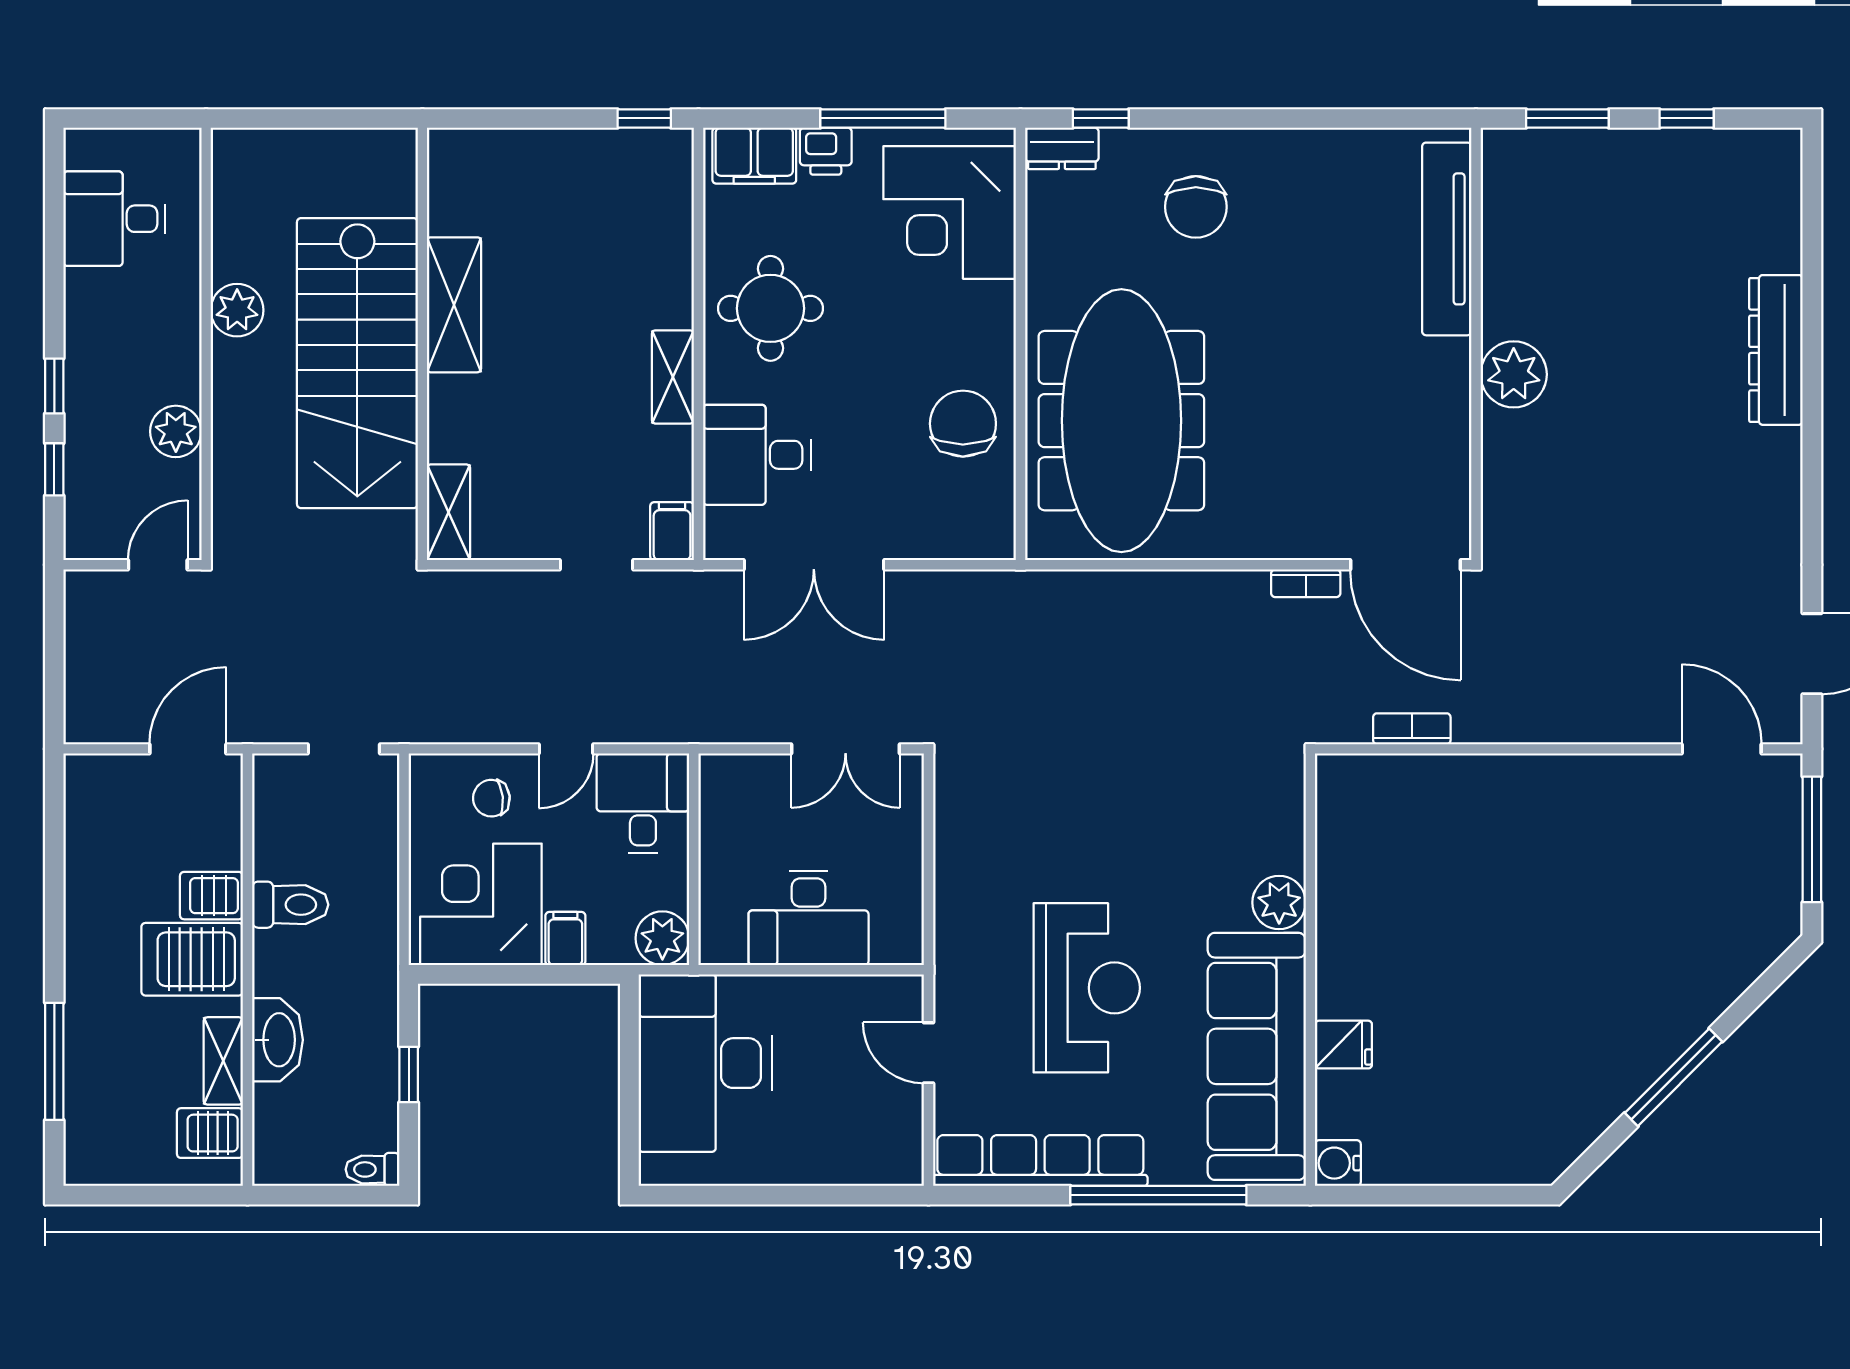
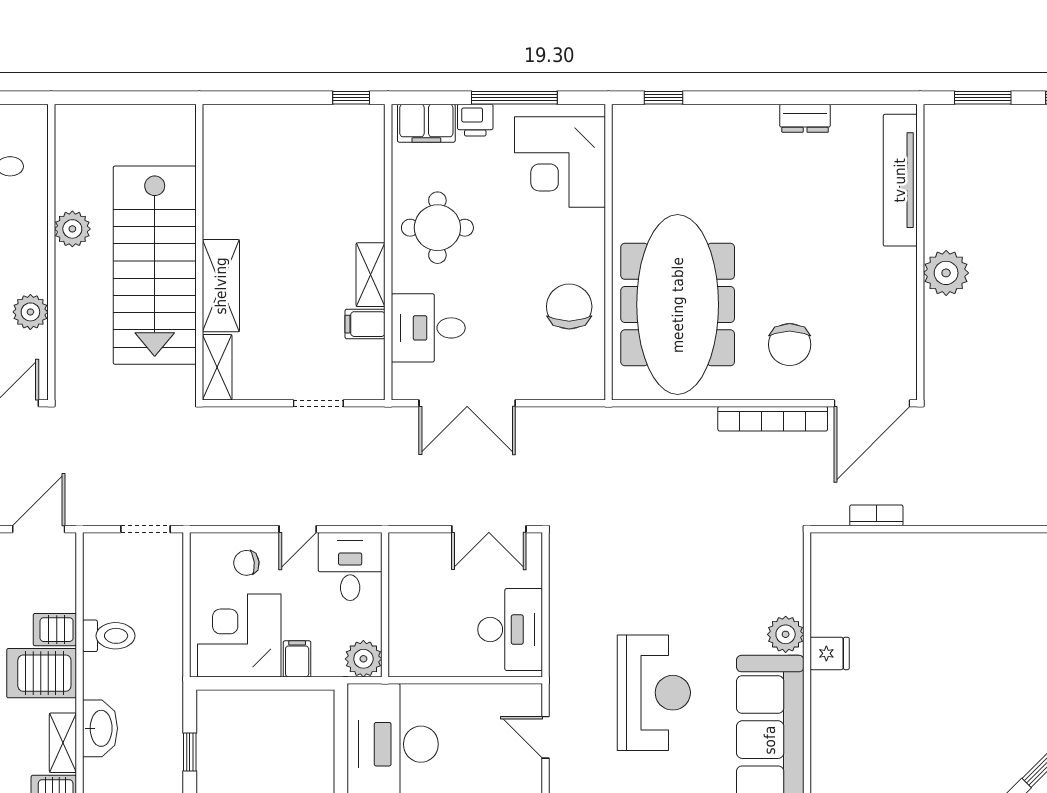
dresser: (1062, 148) -> (805, 118), moved
chair: (1196, 207) -> (790, 345), moved
shelving: (454, 305) -> (221, 286), moved
filing cabinet: (672, 531) -> (365, 324), moved, turned -90
door: (1406, 565) -> (872, 403), hinge flipped
bookcase: (1306, 583) -> (773, 419), width x2.31, depth x1.31
desk: (809, 918) -> (510, 630), moved, turned -90
fridge: (1343, 1045) -> (830, 653), moved

